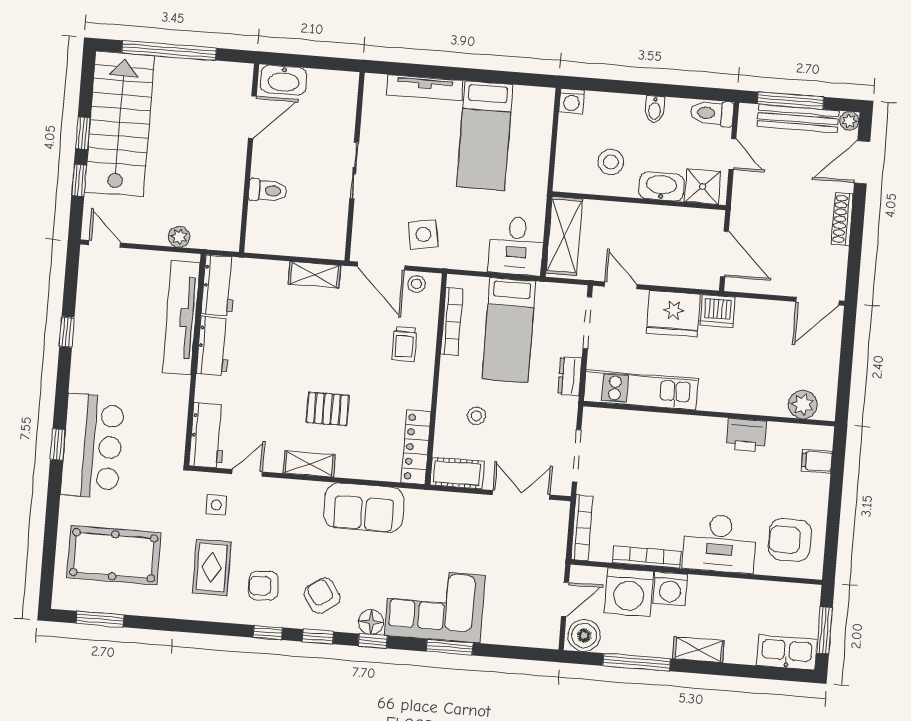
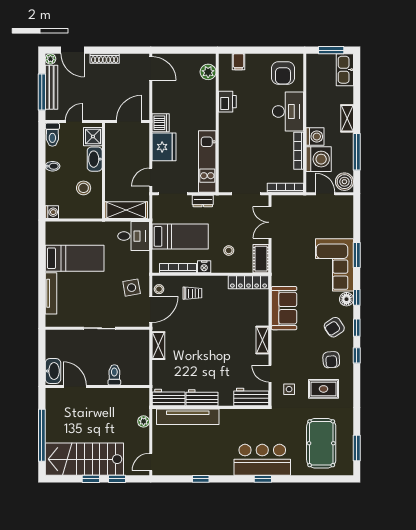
nightstand: (450, 369) -> (204, 267), added
pallet: (328, 409) -> (231, 332), removed

